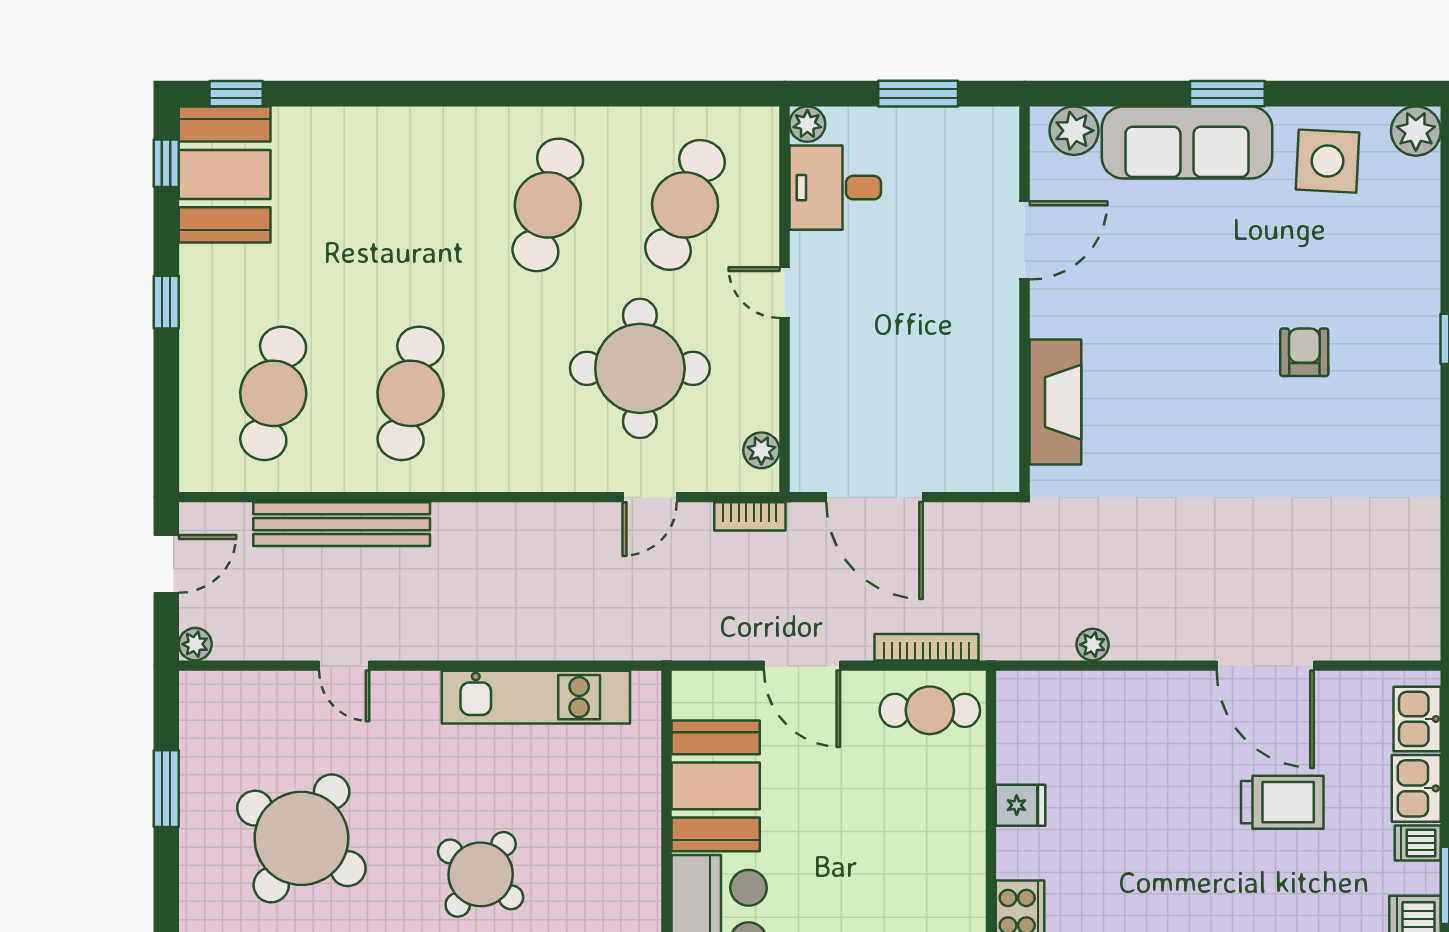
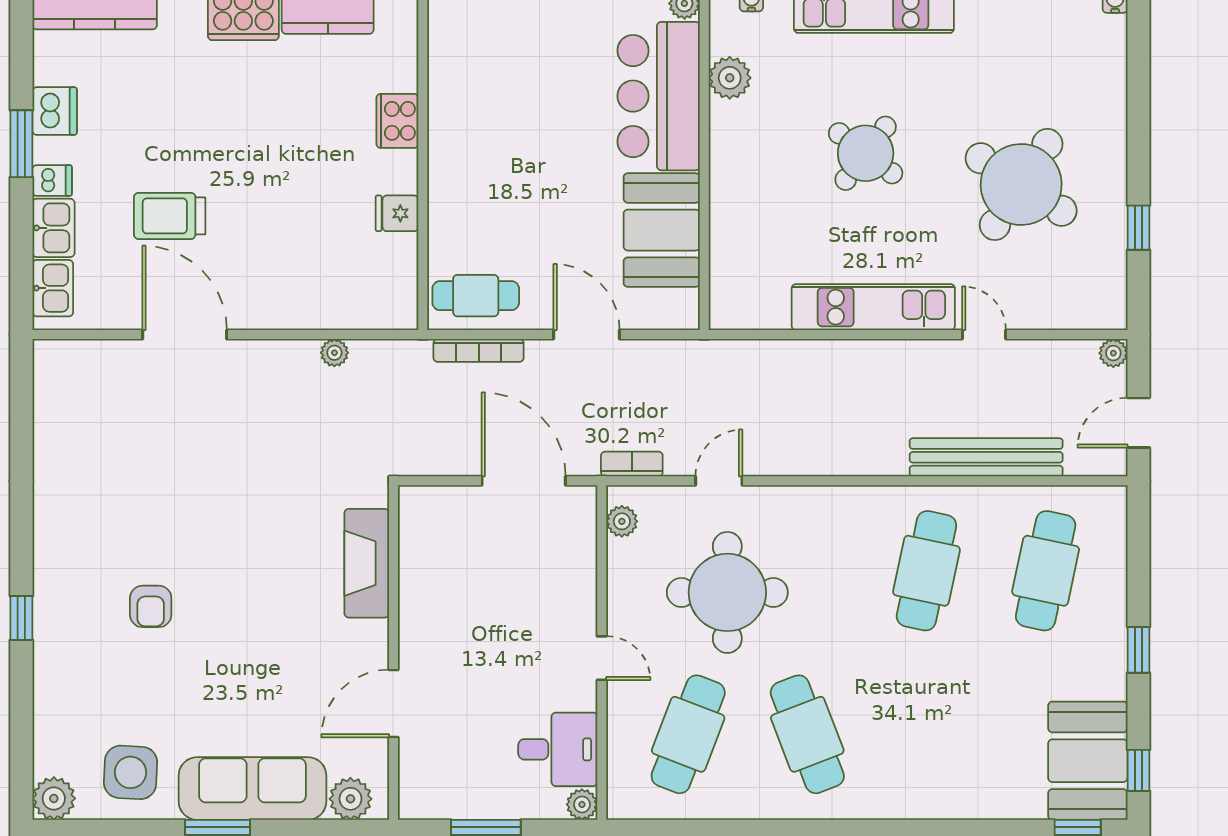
cafe table: (548, 205) -> (807, 734), turned -36
kitchen unit: (536, 697) -> (873, 307), moved
window: (166, 789) -> (1138, 228), width x0.67

